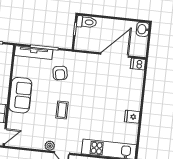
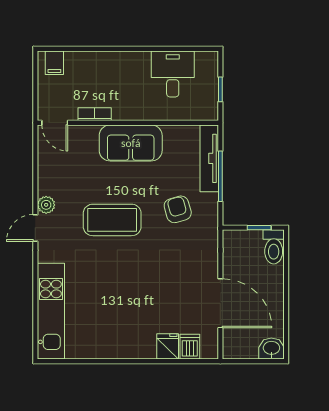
dishwasher: (138, 64) -> (190, 347), moved
armchair: (60, 73) -> (178, 209), turned 84
coffee table: (62, 110) -> (112, 220), width x1.86, depth x1.72
fridge: (132, 117) -> (168, 346), moved

